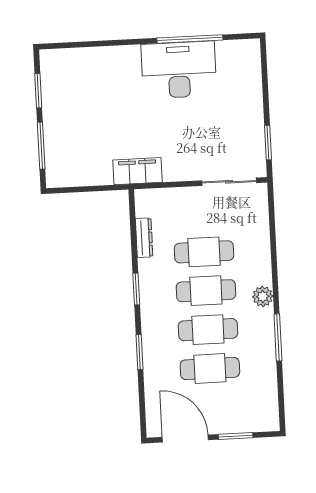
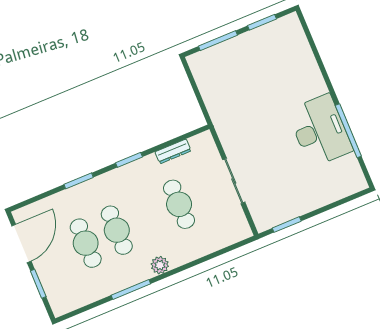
filing cabinet: (137, 171) -> (225, 127), removed
sliding door: (229, 182) -> (234, 181), moved
cafe table: (206, 291) -> (148, 217), removed

